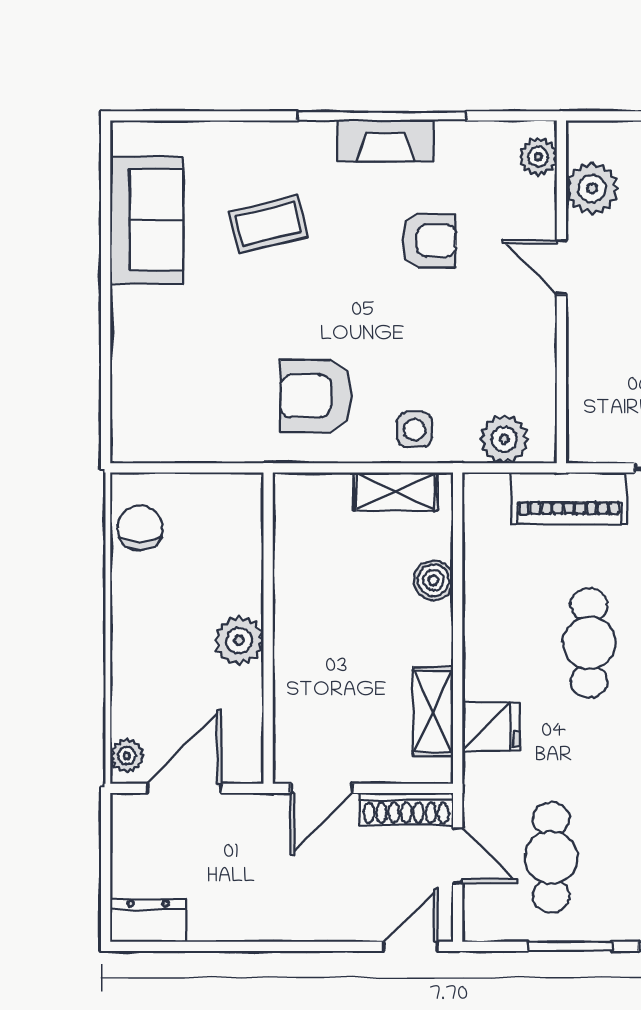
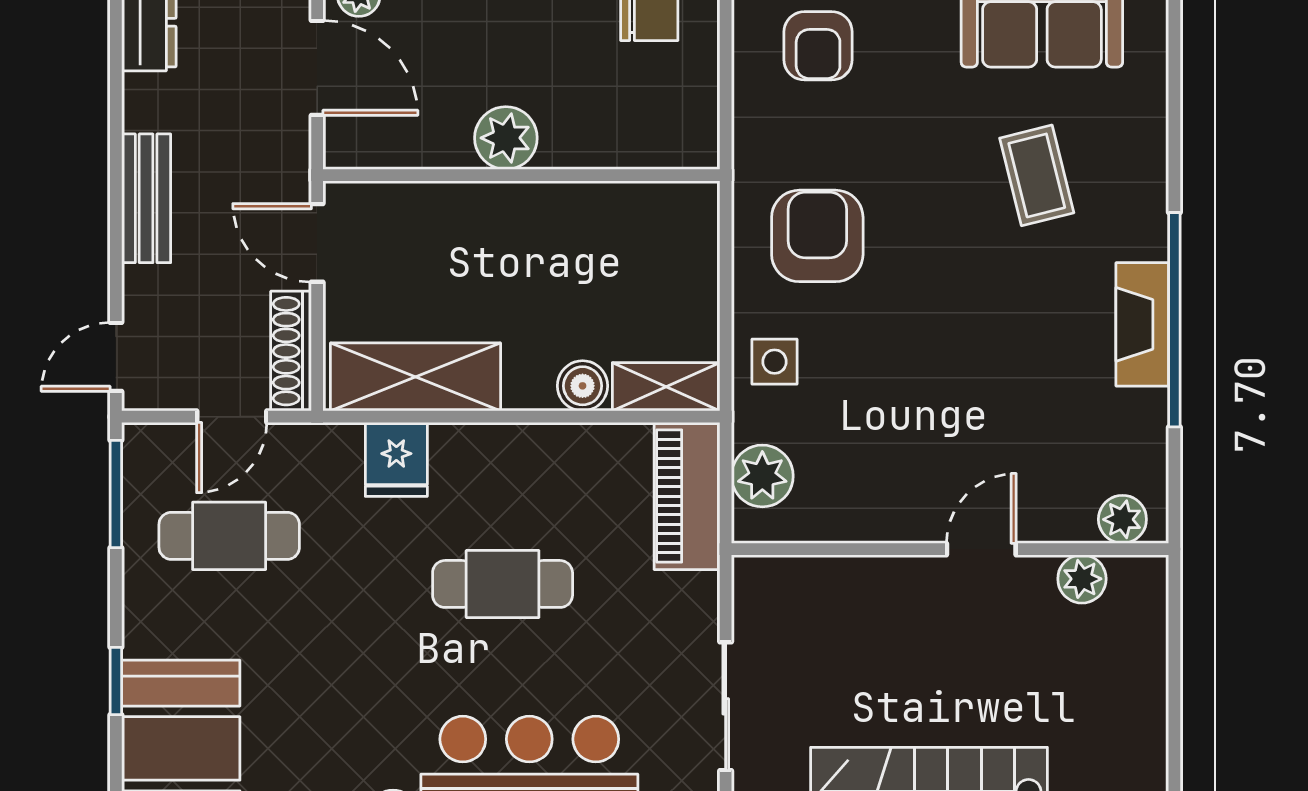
plant: (592, 188) -> (1082, 579), width x0.73, depth x0.73
armchair: (429, 240) -> (818, 46), moved
shelving: (395, 491) -> (666, 387), moved, turned 90
piano: (569, 498) -> (687, 496), moved
shelving: (433, 711) -> (415, 377), width x1.50, depth x1.33
bench: (286, 923) -> (146, 198), added
door: (411, 946) -> (116, 357), swing flipped
window: (570, 946) -> (116, 494), moved

